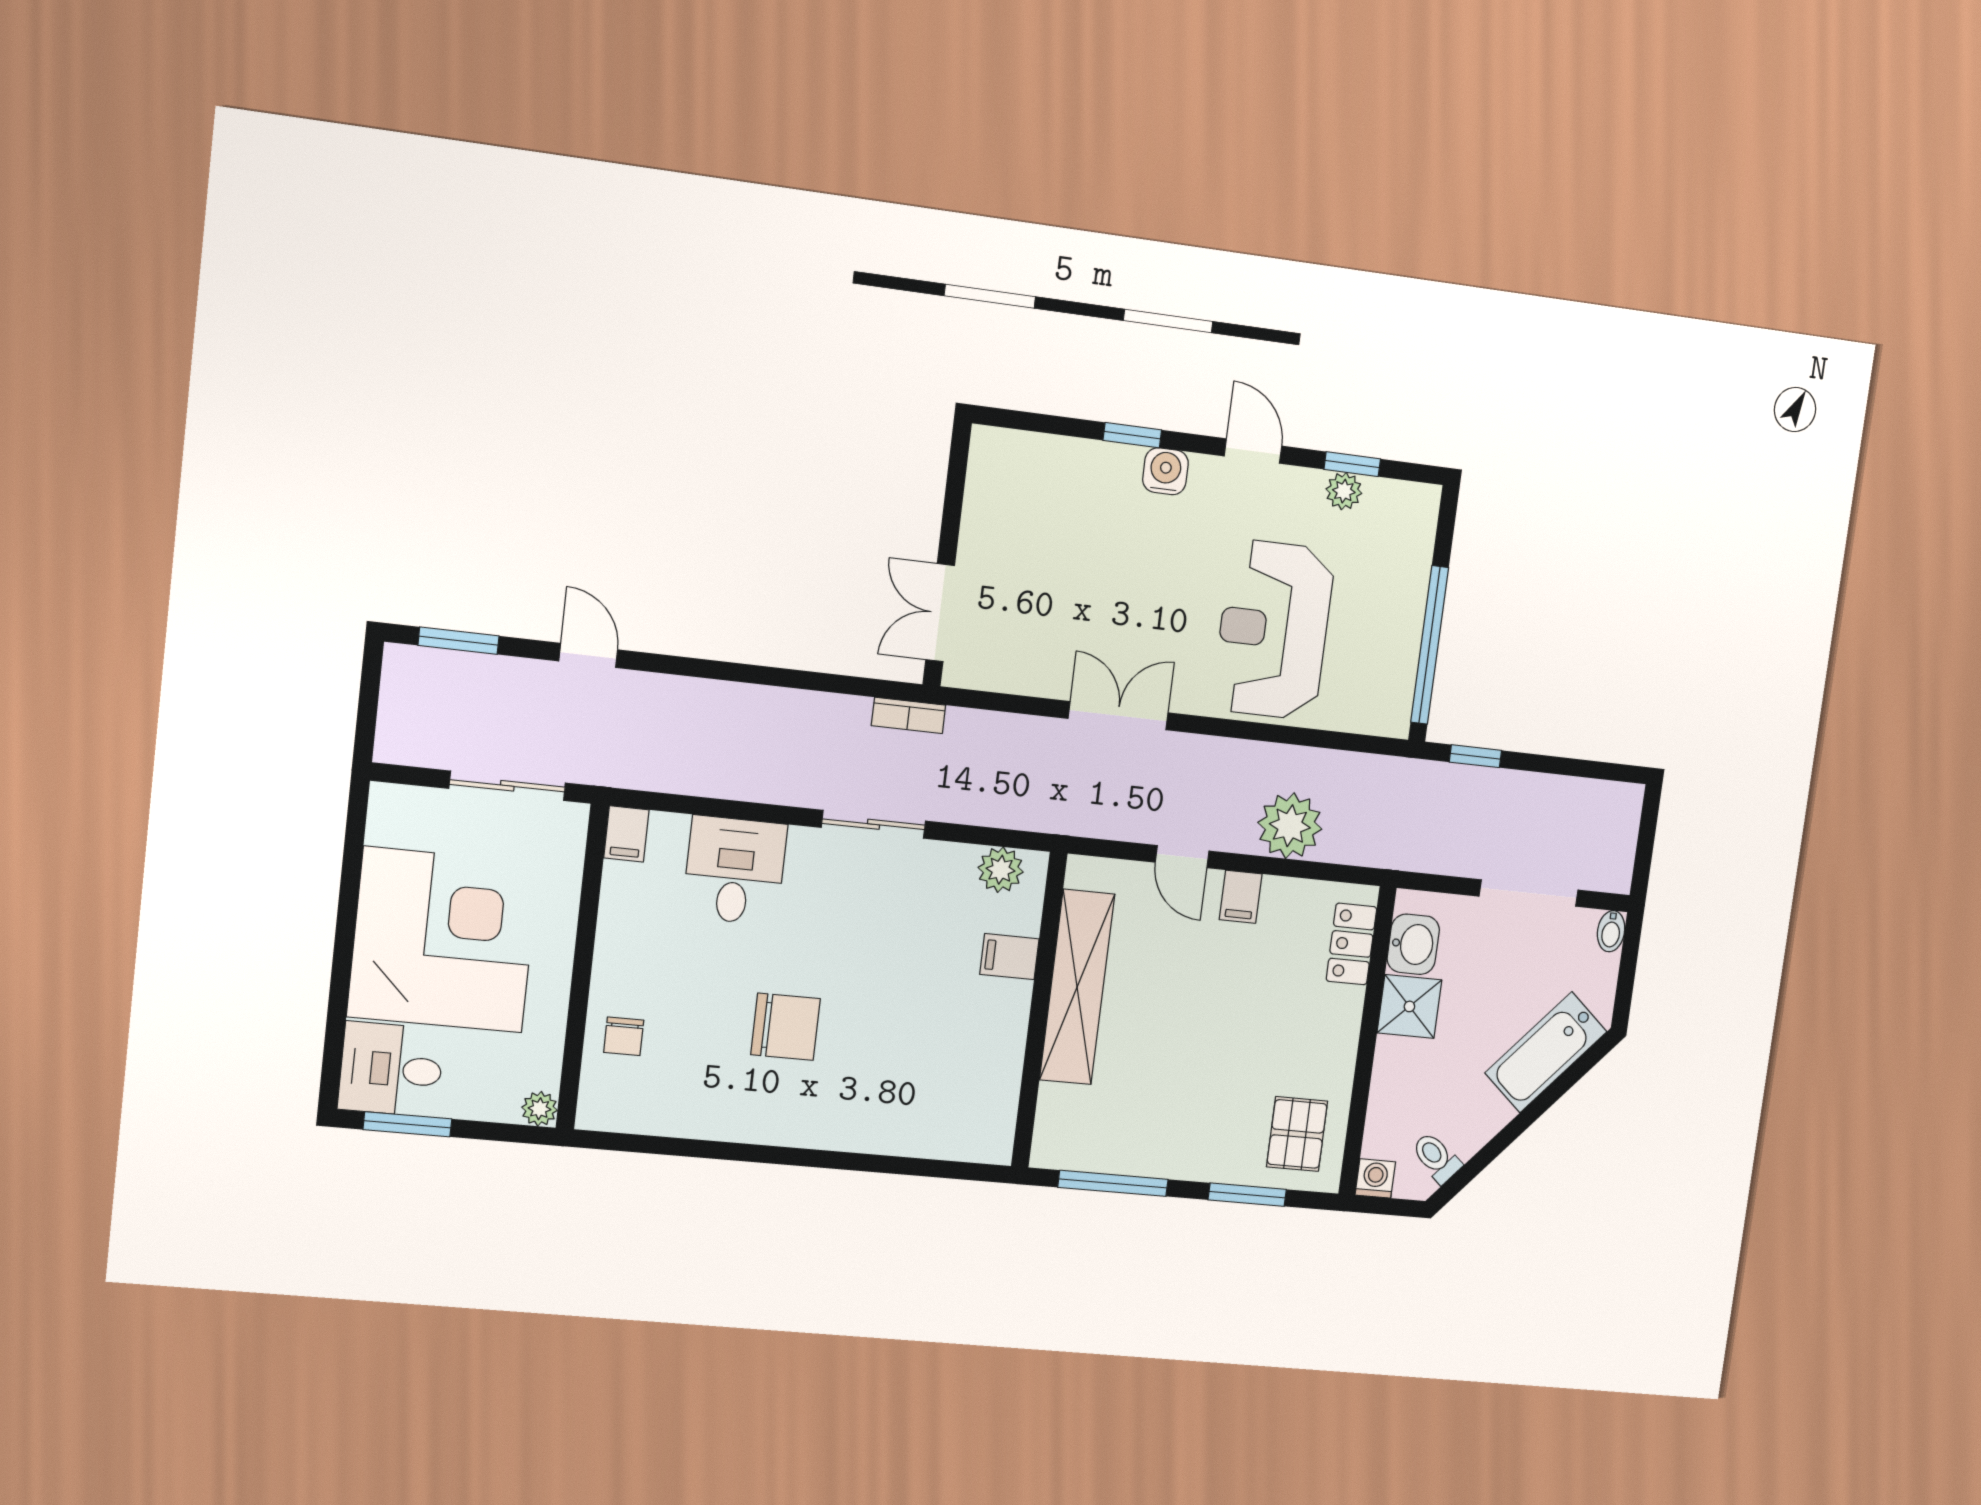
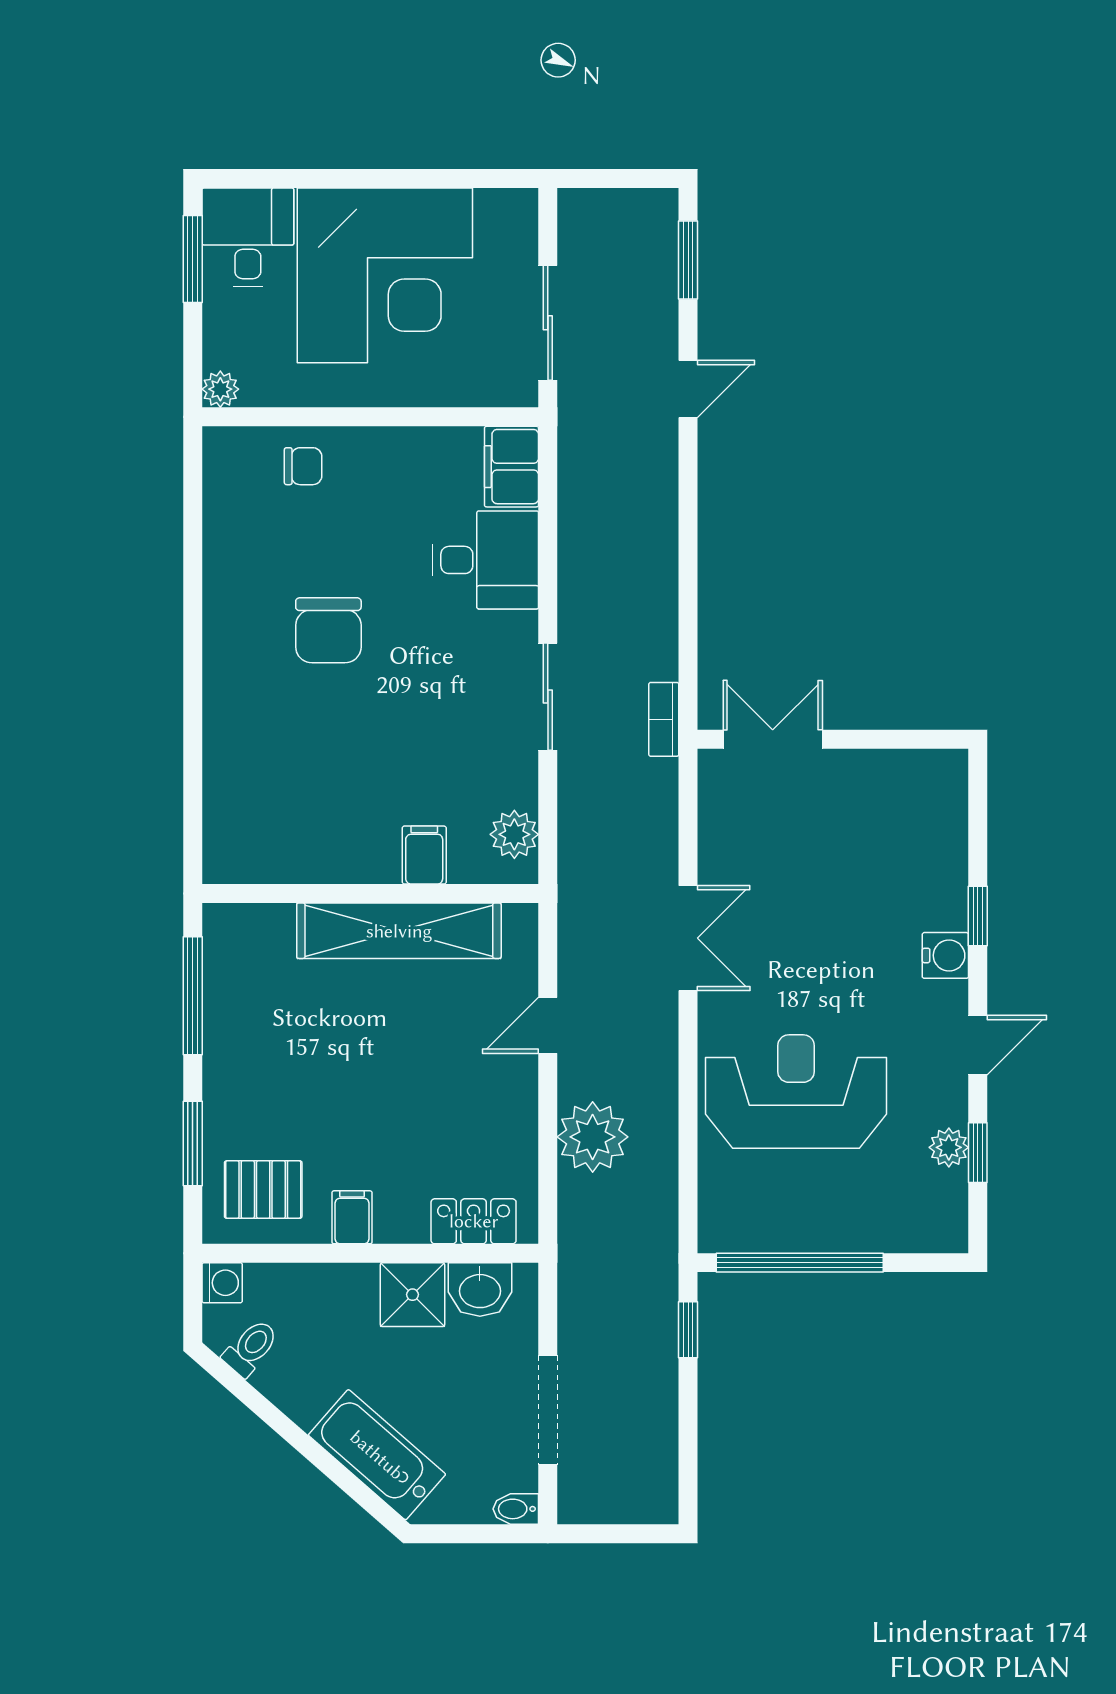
filing cabinet: (626, 834) -> (512, 467), width x2.00
filing cabinet: (1241, 897) -> (352, 1217), moved, turned 90
chair: (624, 1036) -> (303, 466), turned 180

